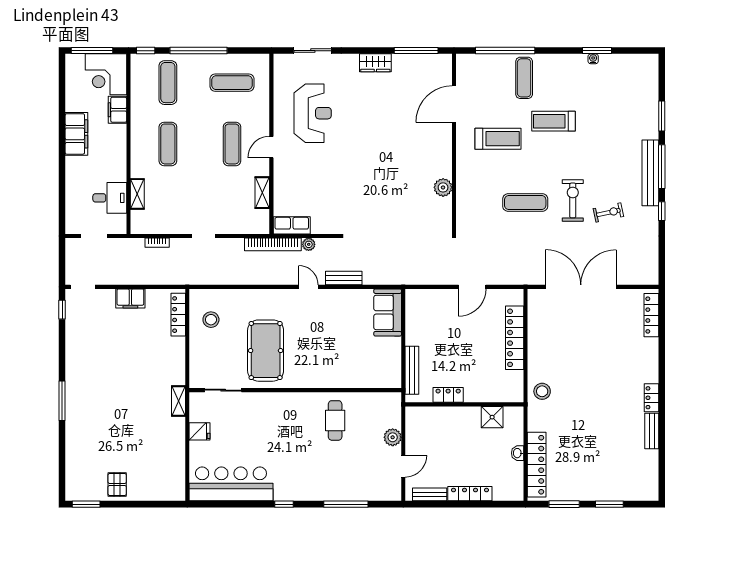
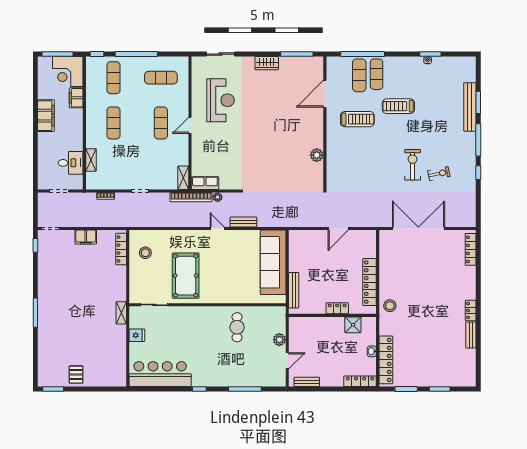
bench: (650, 173) -> (470, 107), moved
shelving: (262, 193) -> (183, 178), moved
exercise mat: (525, 203) -> (359, 75), moved, turned 90
sofa: (388, 312) -> (273, 262), width x1.85, depth x1.27
locker: (515, 338) -> (370, 282), moved
locker: (448, 395) -> (337, 308), moved
locker: (470, 494) -> (360, 381), moved

